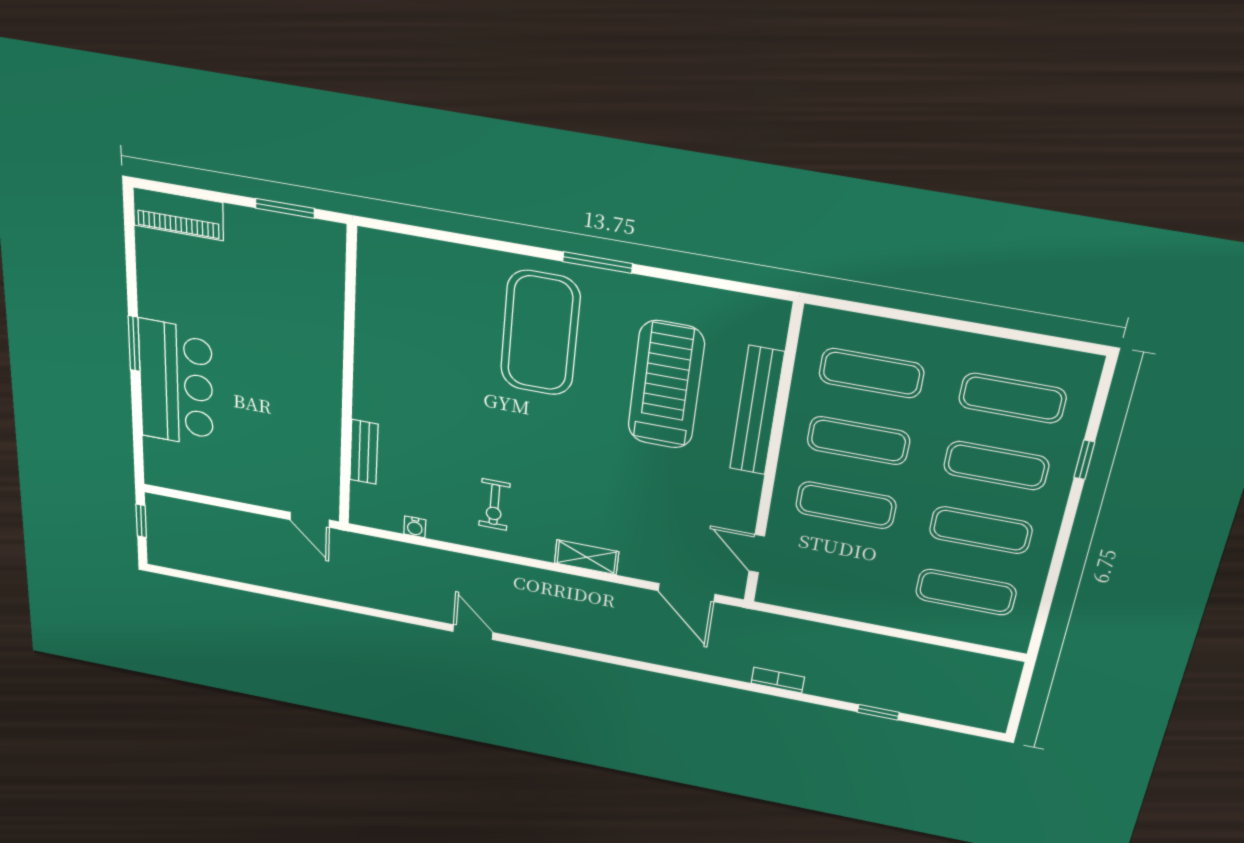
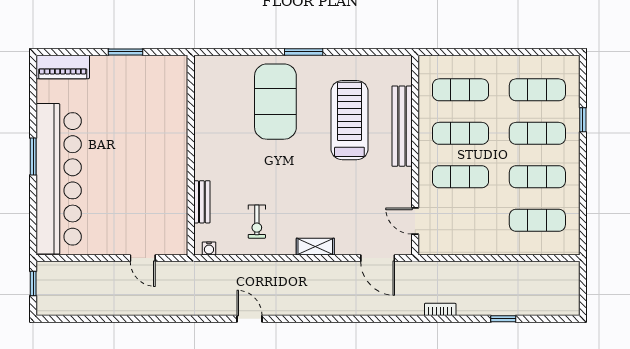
wall: (348, 381) -> (191, 155), moved
bar counter: (176, 384) -> (59, 179), width x1.86
bench: (364, 452) -> (202, 202), moved

